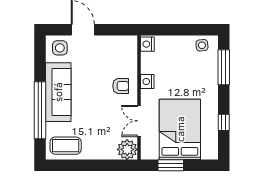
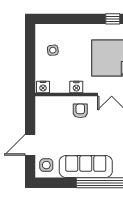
side table: (202, 45) -> (53, 50), moved
window: (224, 67) -> (64, 19), removed

